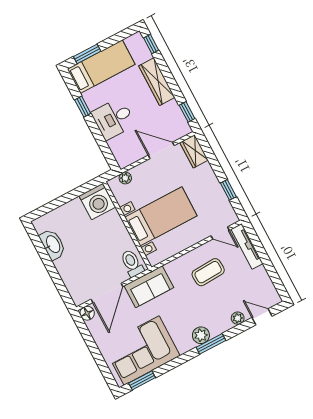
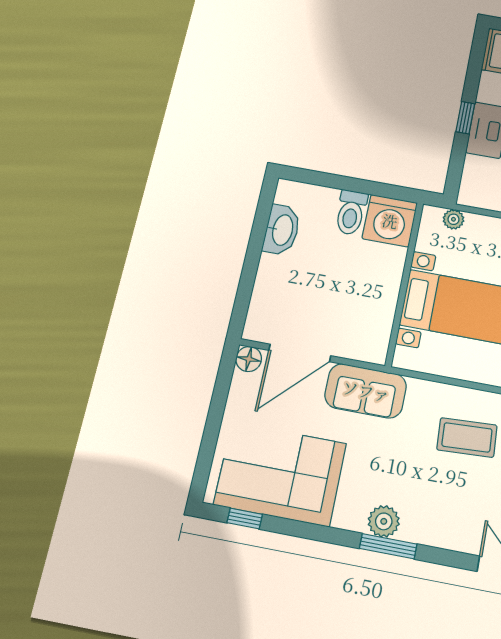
window: (83, 107) -> (465, 118), moved
toilet: (132, 263) -> (351, 212), moved, turned 180
plant: (238, 318) -> (458, 540), removed
window: (142, 380) -> (245, 518), width x0.67

